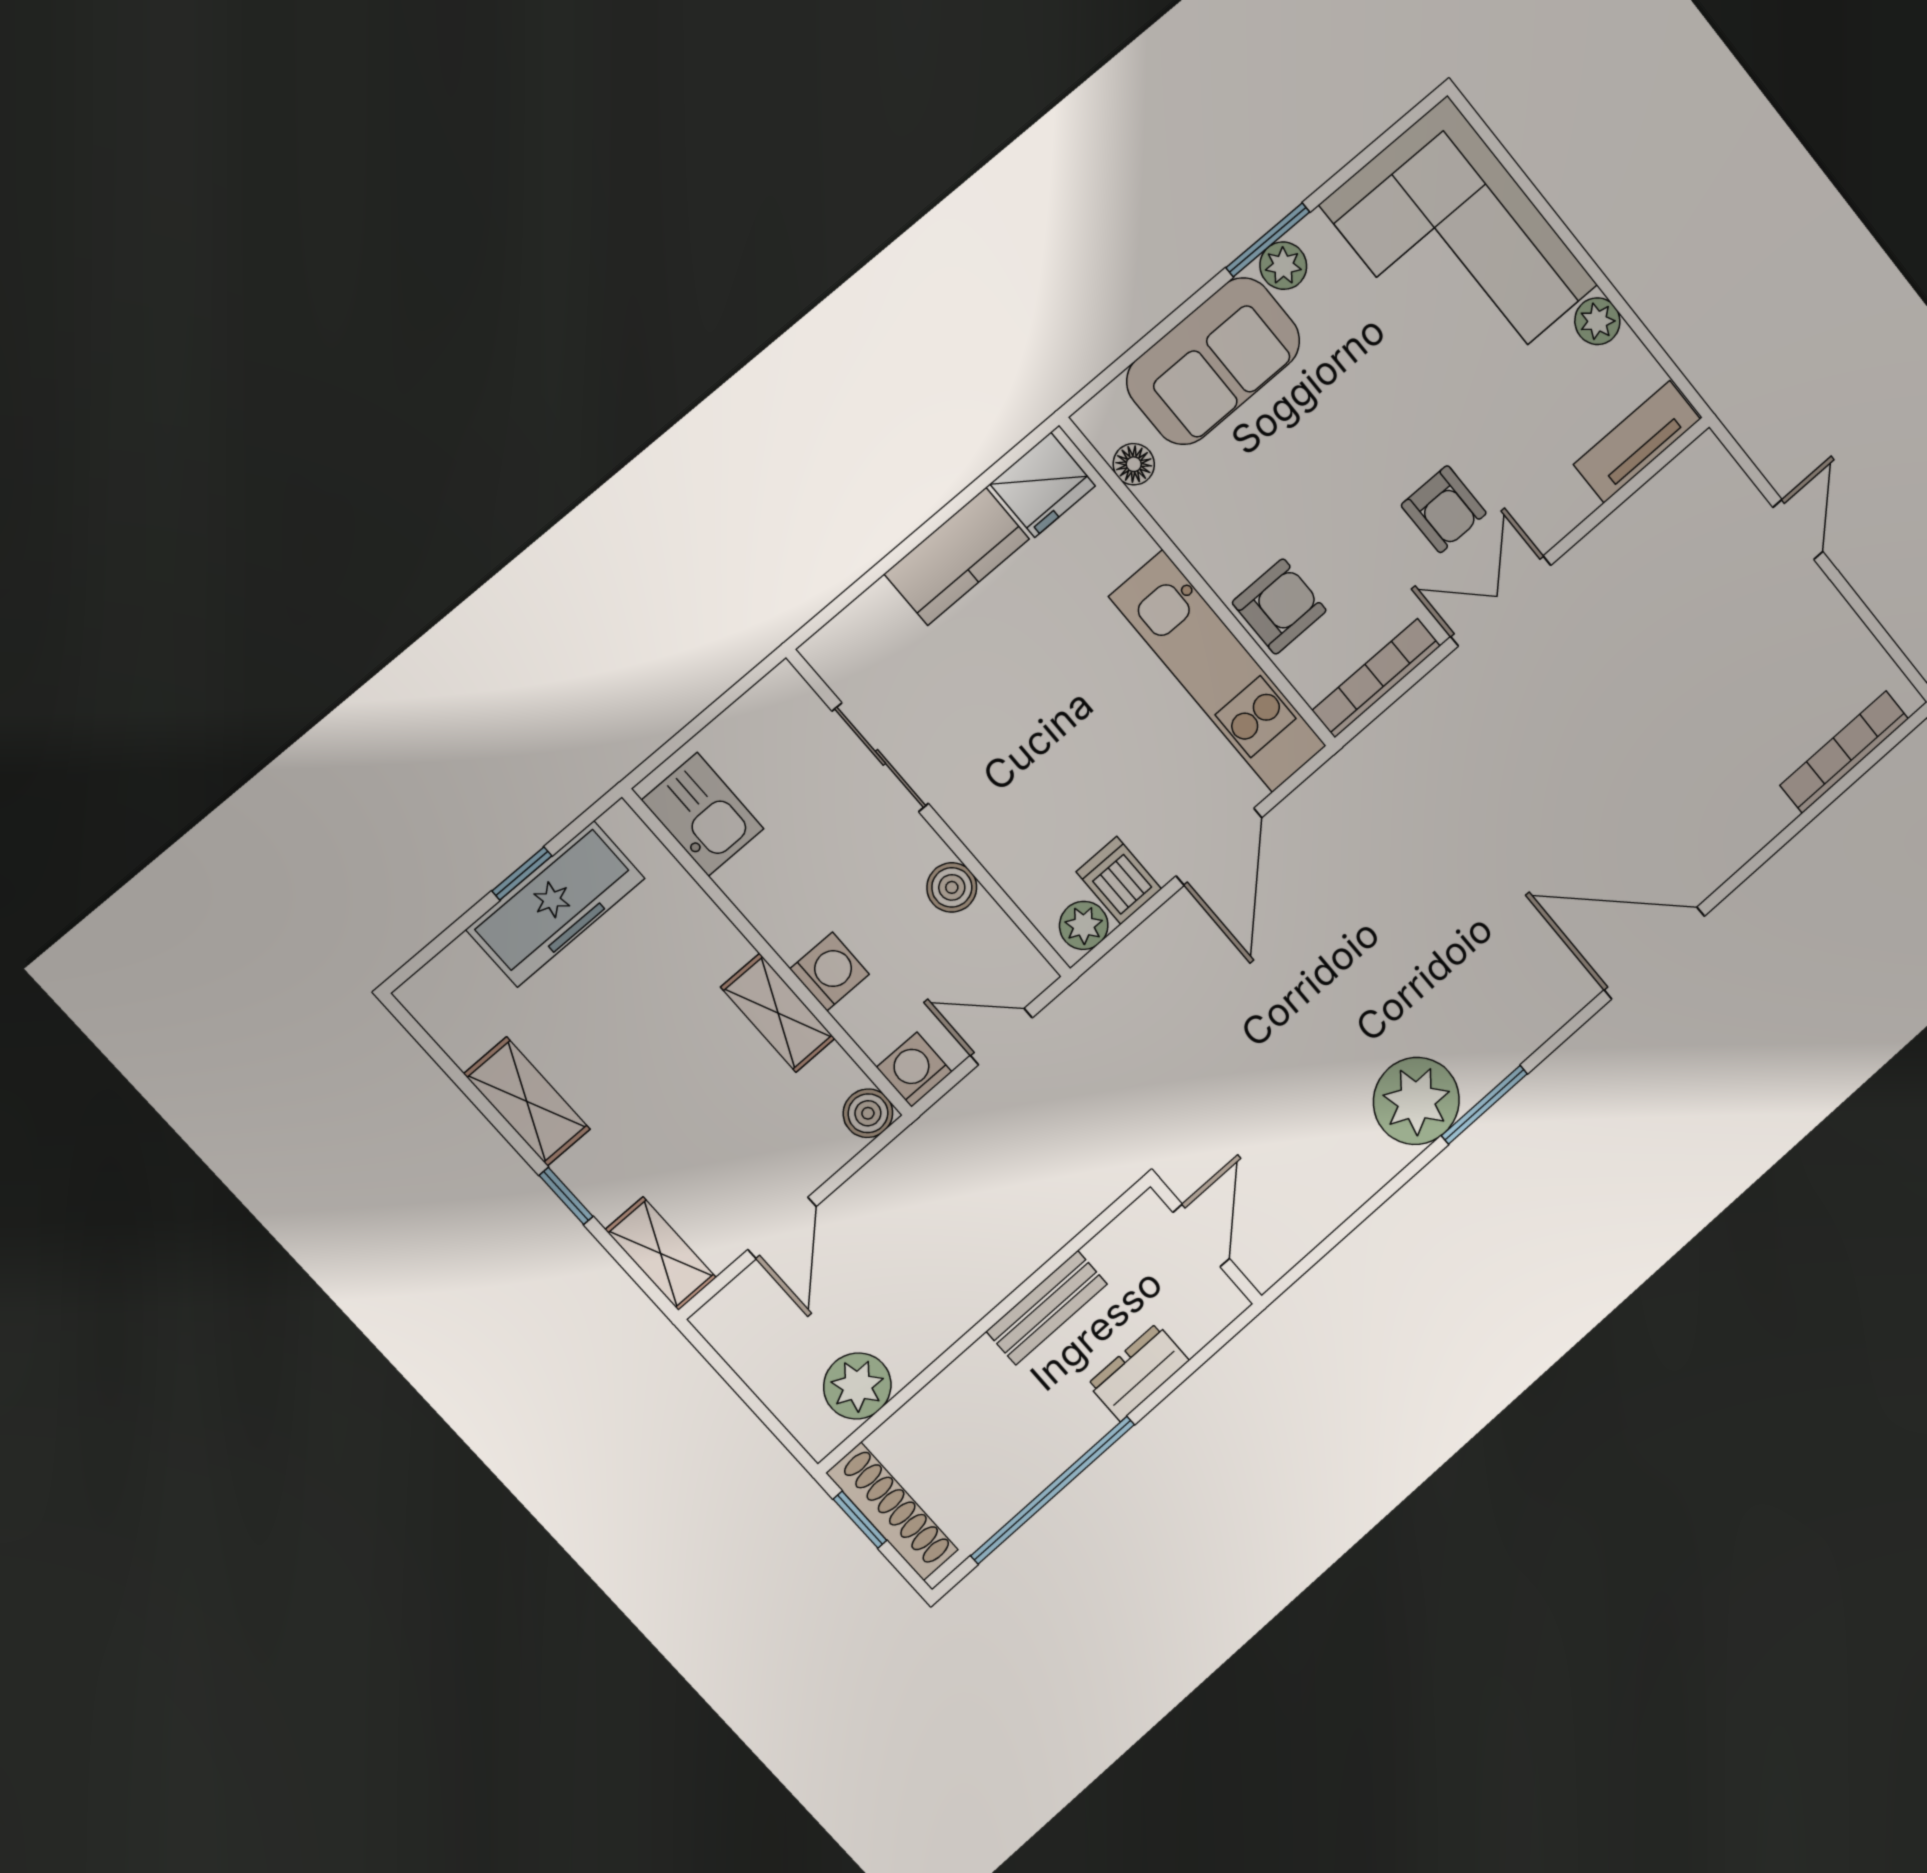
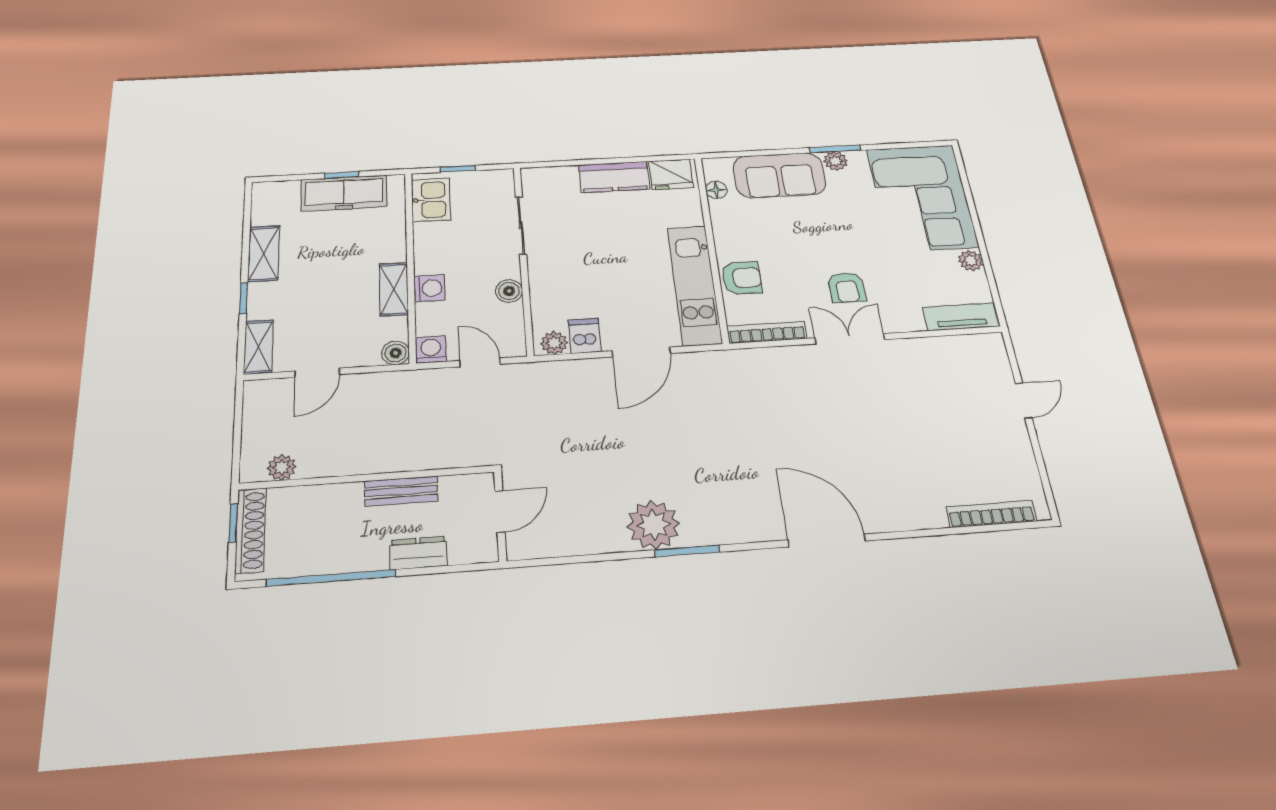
window: (698, 724) -> (458, 169), added
plant: (857, 1386) -> (282, 467), width x0.73, depth x0.73

